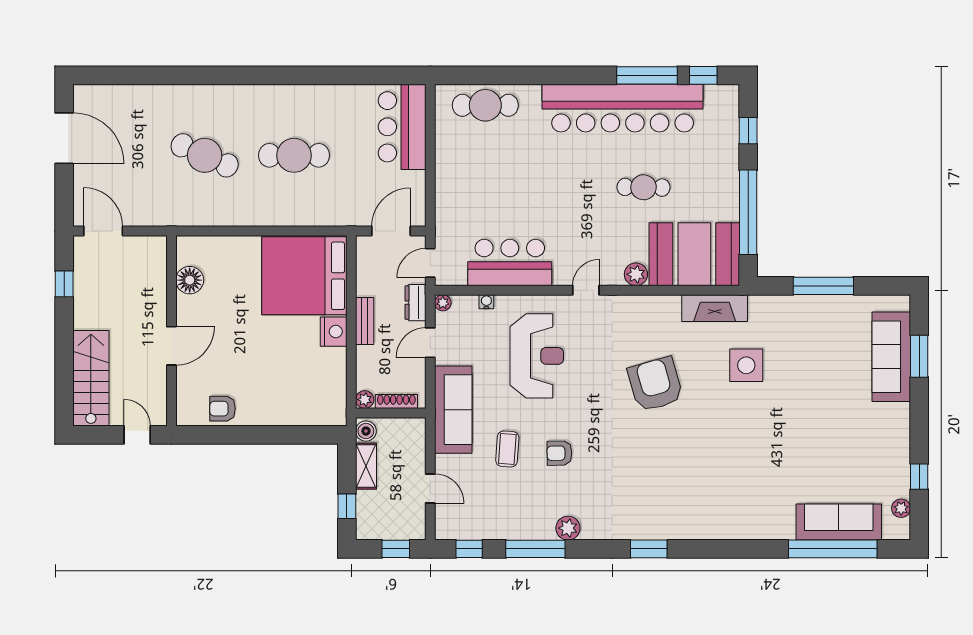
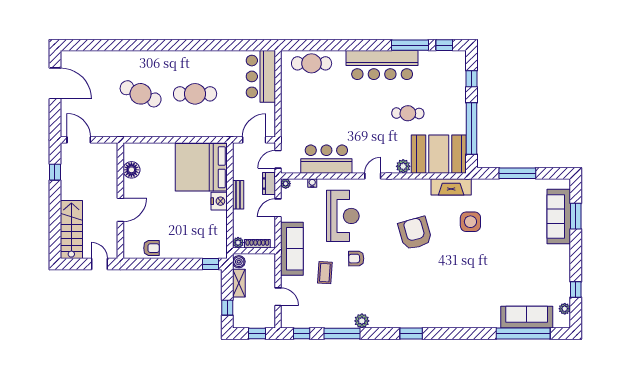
bar counter: (623, 108) -> (382, 65), width x0.73
armchair: (222, 409) -> (151, 248), turned 180
window: (320, 435) -> (211, 264), added
armchair: (559, 453) -> (356, 259), moved

